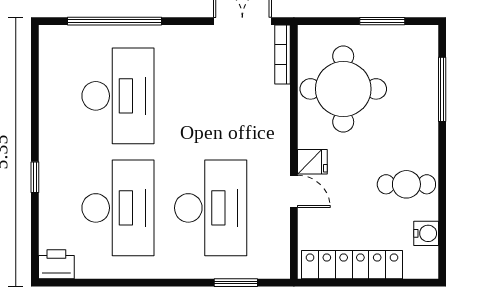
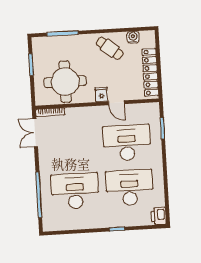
cafe table: (406, 184) -> (110, 48), turned -51
door: (294, 191) -> (116, 103), swing flipped

